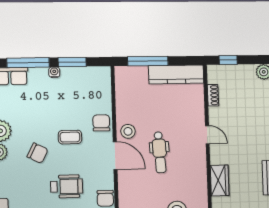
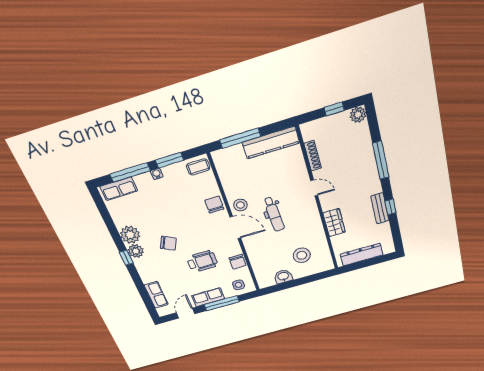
window: (228, 60) -> (334, 109), moved
shoe rack: (213, 95) -> (313, 156), width x1.43
coffee table: (70, 137) -> (198, 167), moved

